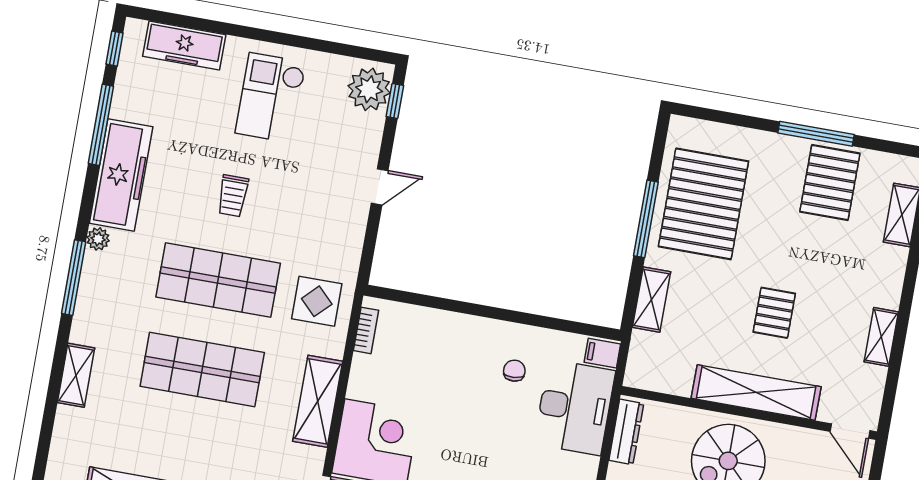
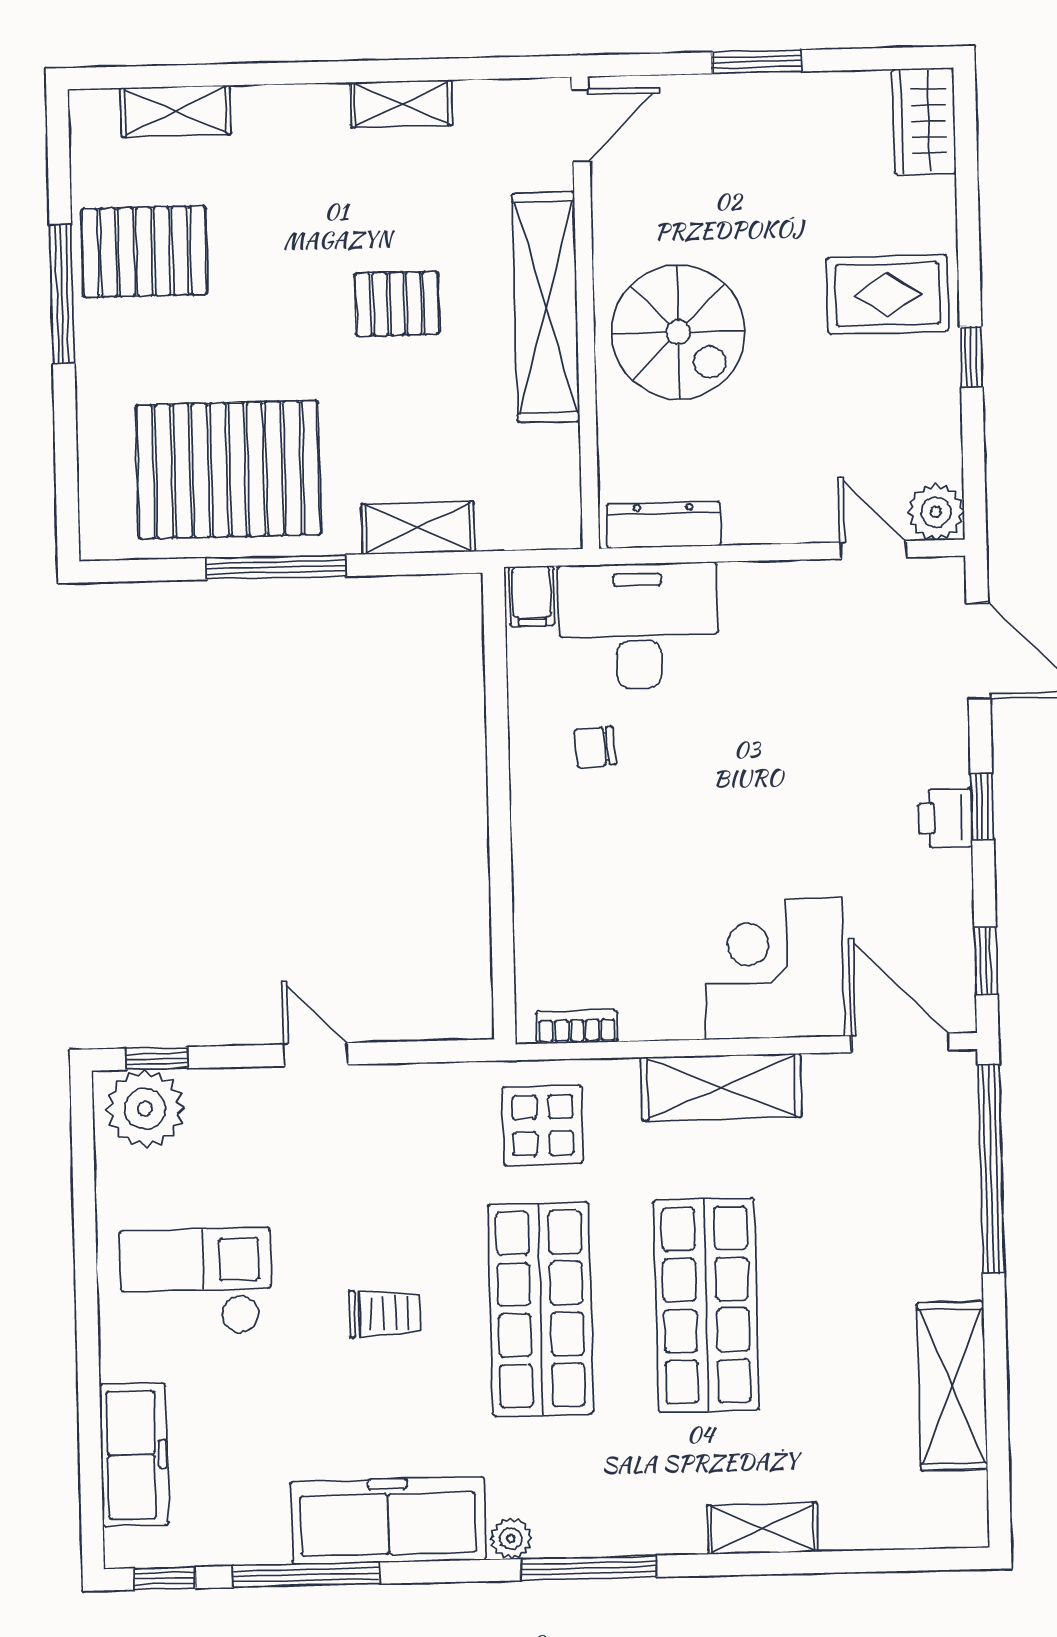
checkout: (271, 98) -> (196, 1281), turned 180

